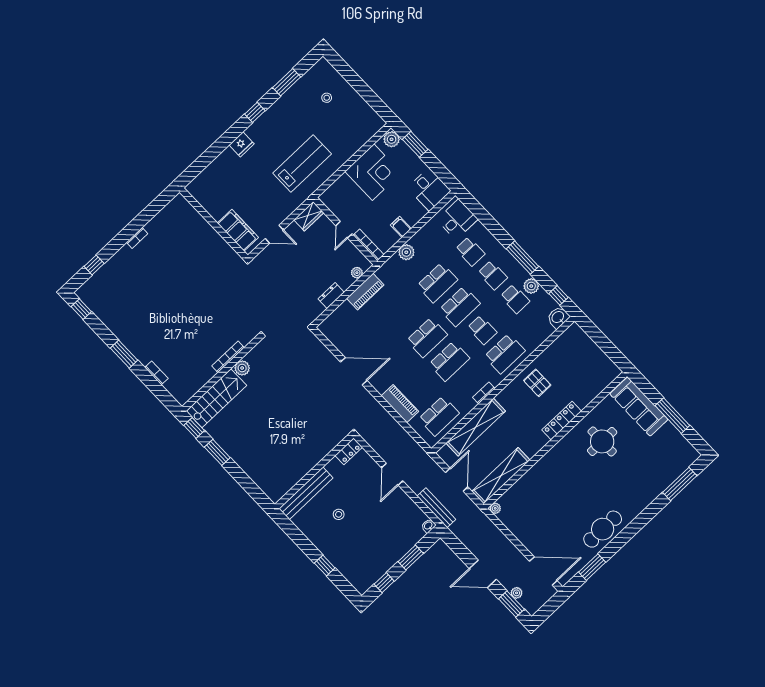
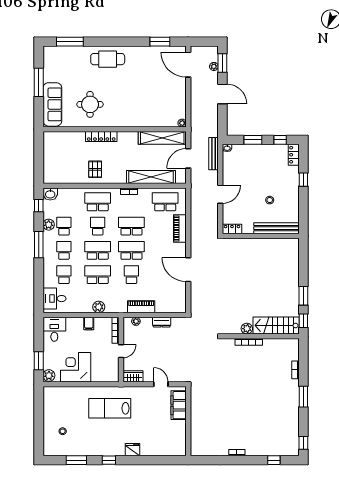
school desk: (404, 314) -> (131, 275), added
cafe table: (603, 529) -> (108, 59), moved
locker: (357, 581) -> (294, 155), added

